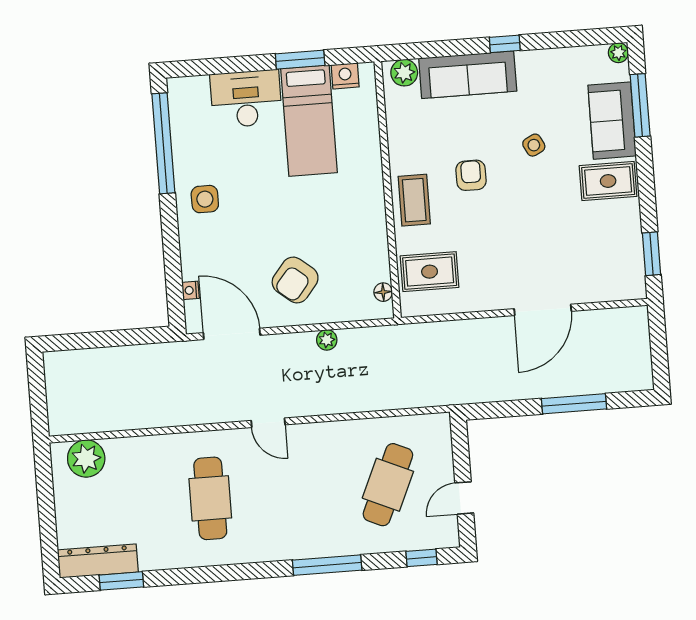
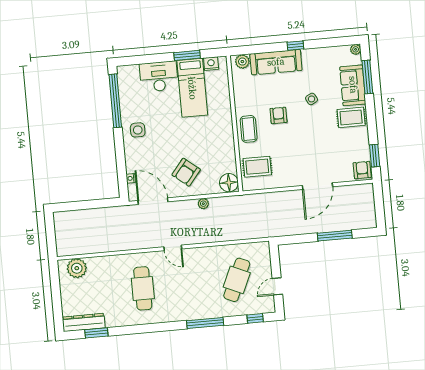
armchair: (627, 281) -> (362, 170), added
floor lamp: (383, 292) -> (229, 183), width x1.89, depth x1.89

